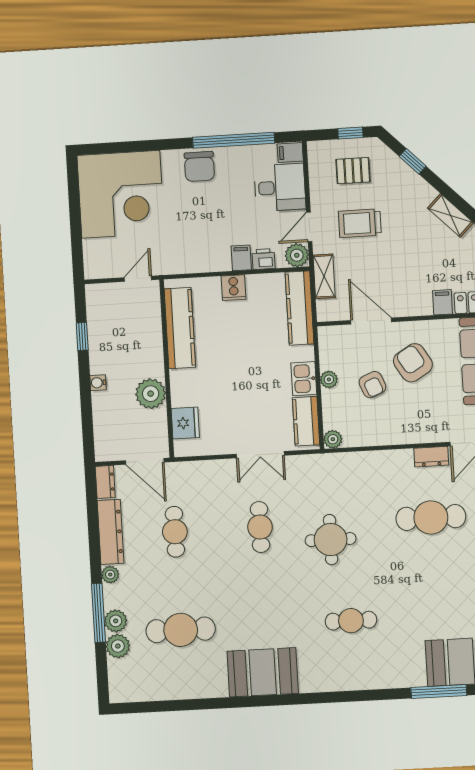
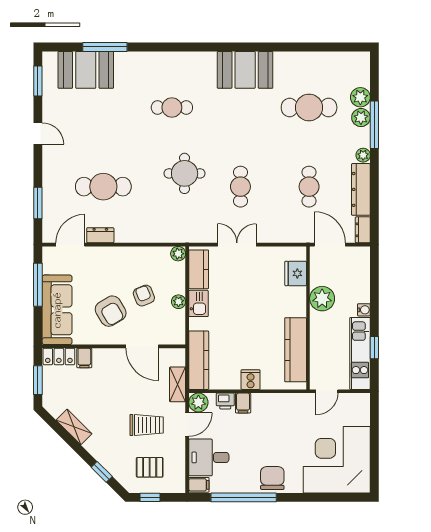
kitchen unit: (100, 328) -> (360, 353), added

